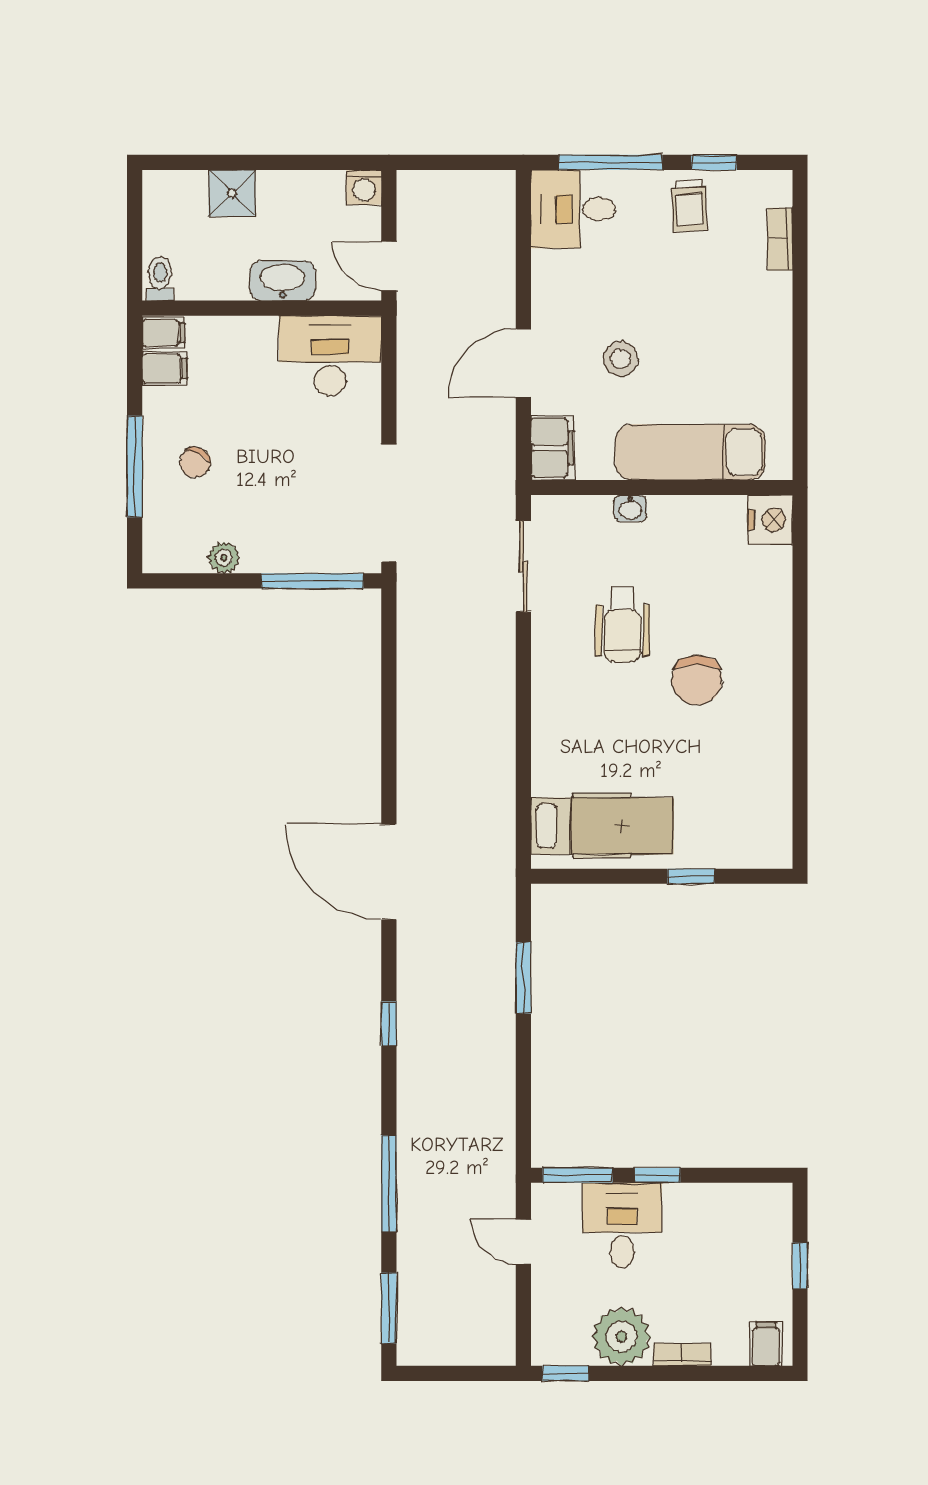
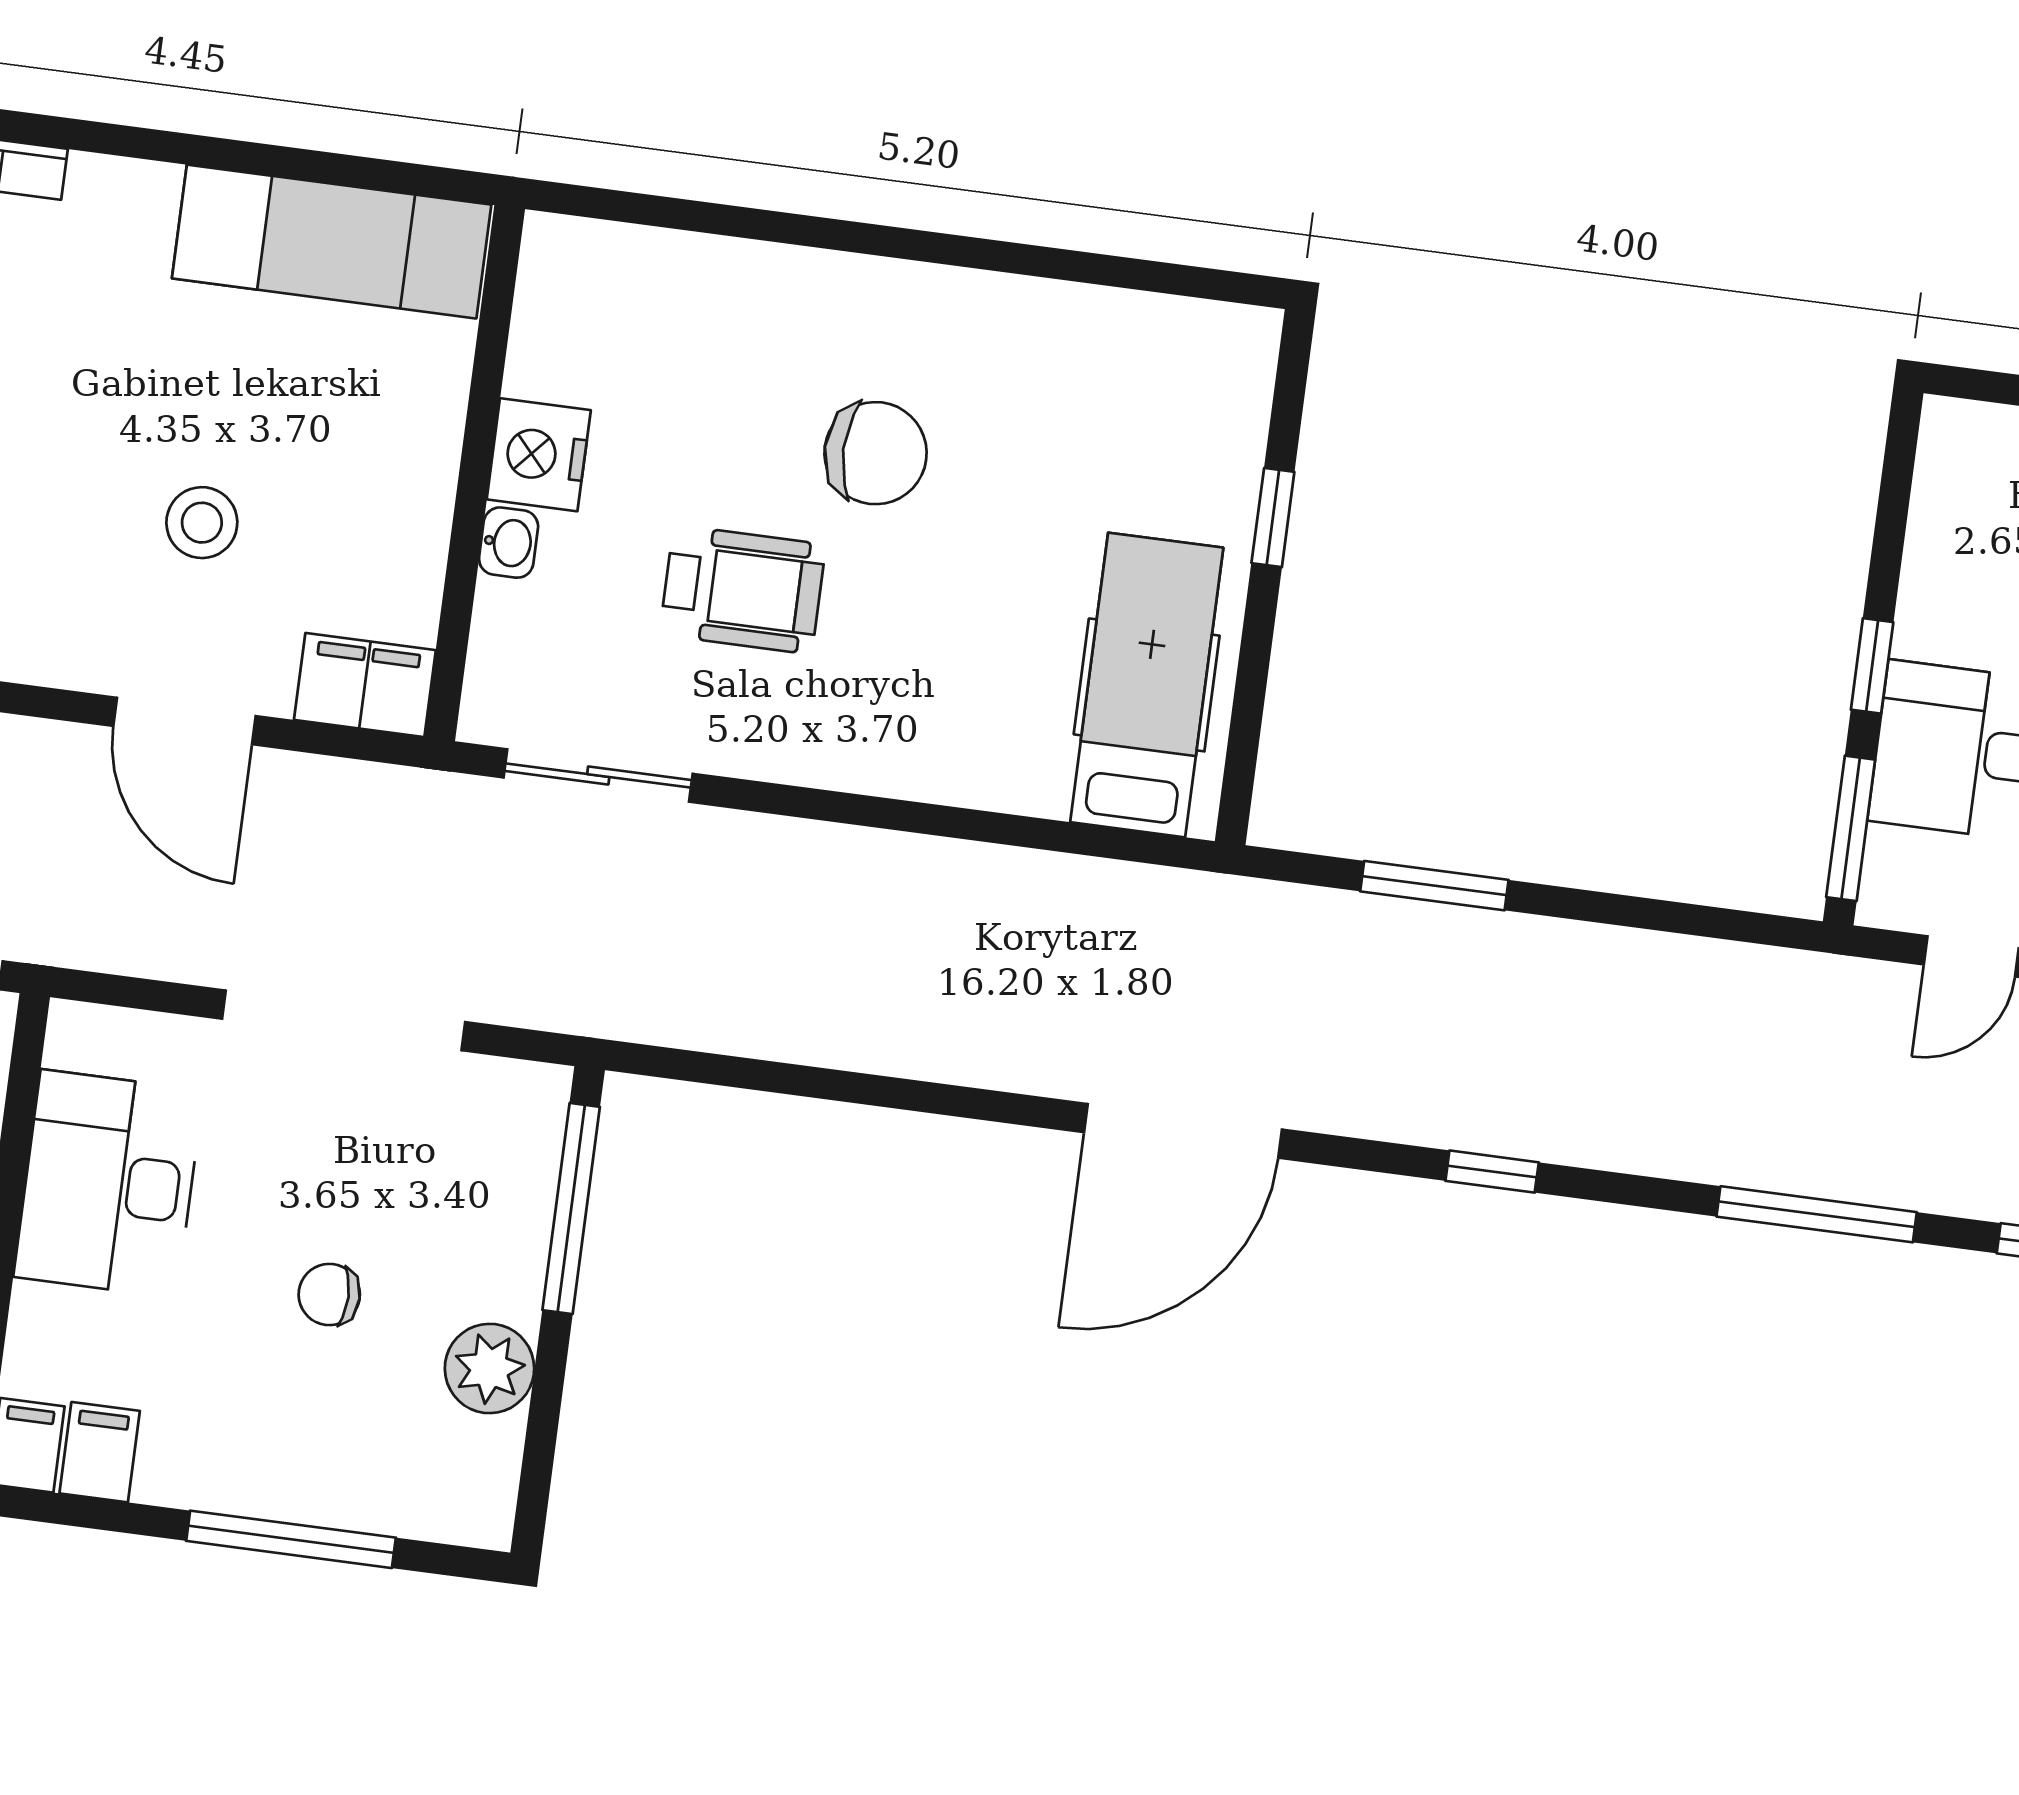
desk: (330, 356) -> (109, 1184), moved
exam couch: (690, 452) -> (332, 242), moved, turned -90
chair: (195, 462) -> (329, 1295), moved, turned 153
doorway: (389, 503) -> (344, 1020), moved
nightstand: (770, 520) -> (539, 455), moved, turned -90
plant: (224, 558) -> (490, 1368), width x1.38, depth x1.38

